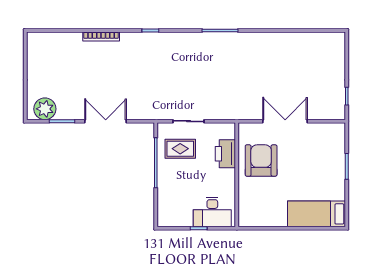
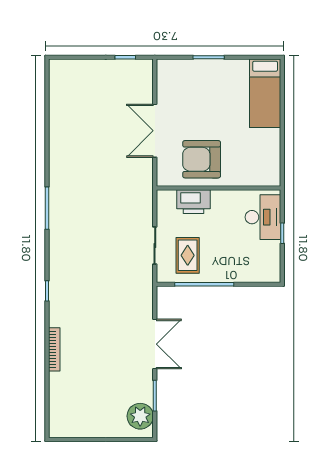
double door: (106, 121) -> (155, 344), swing flipped

